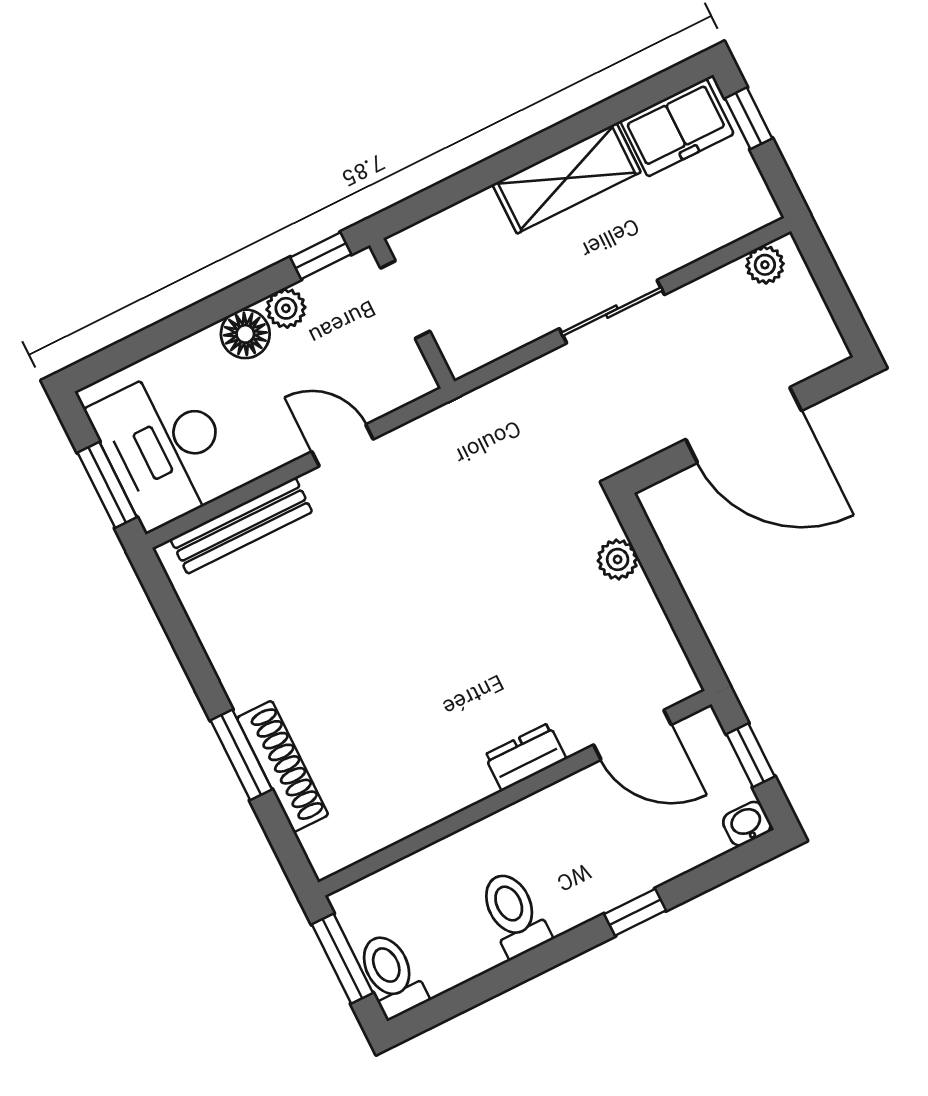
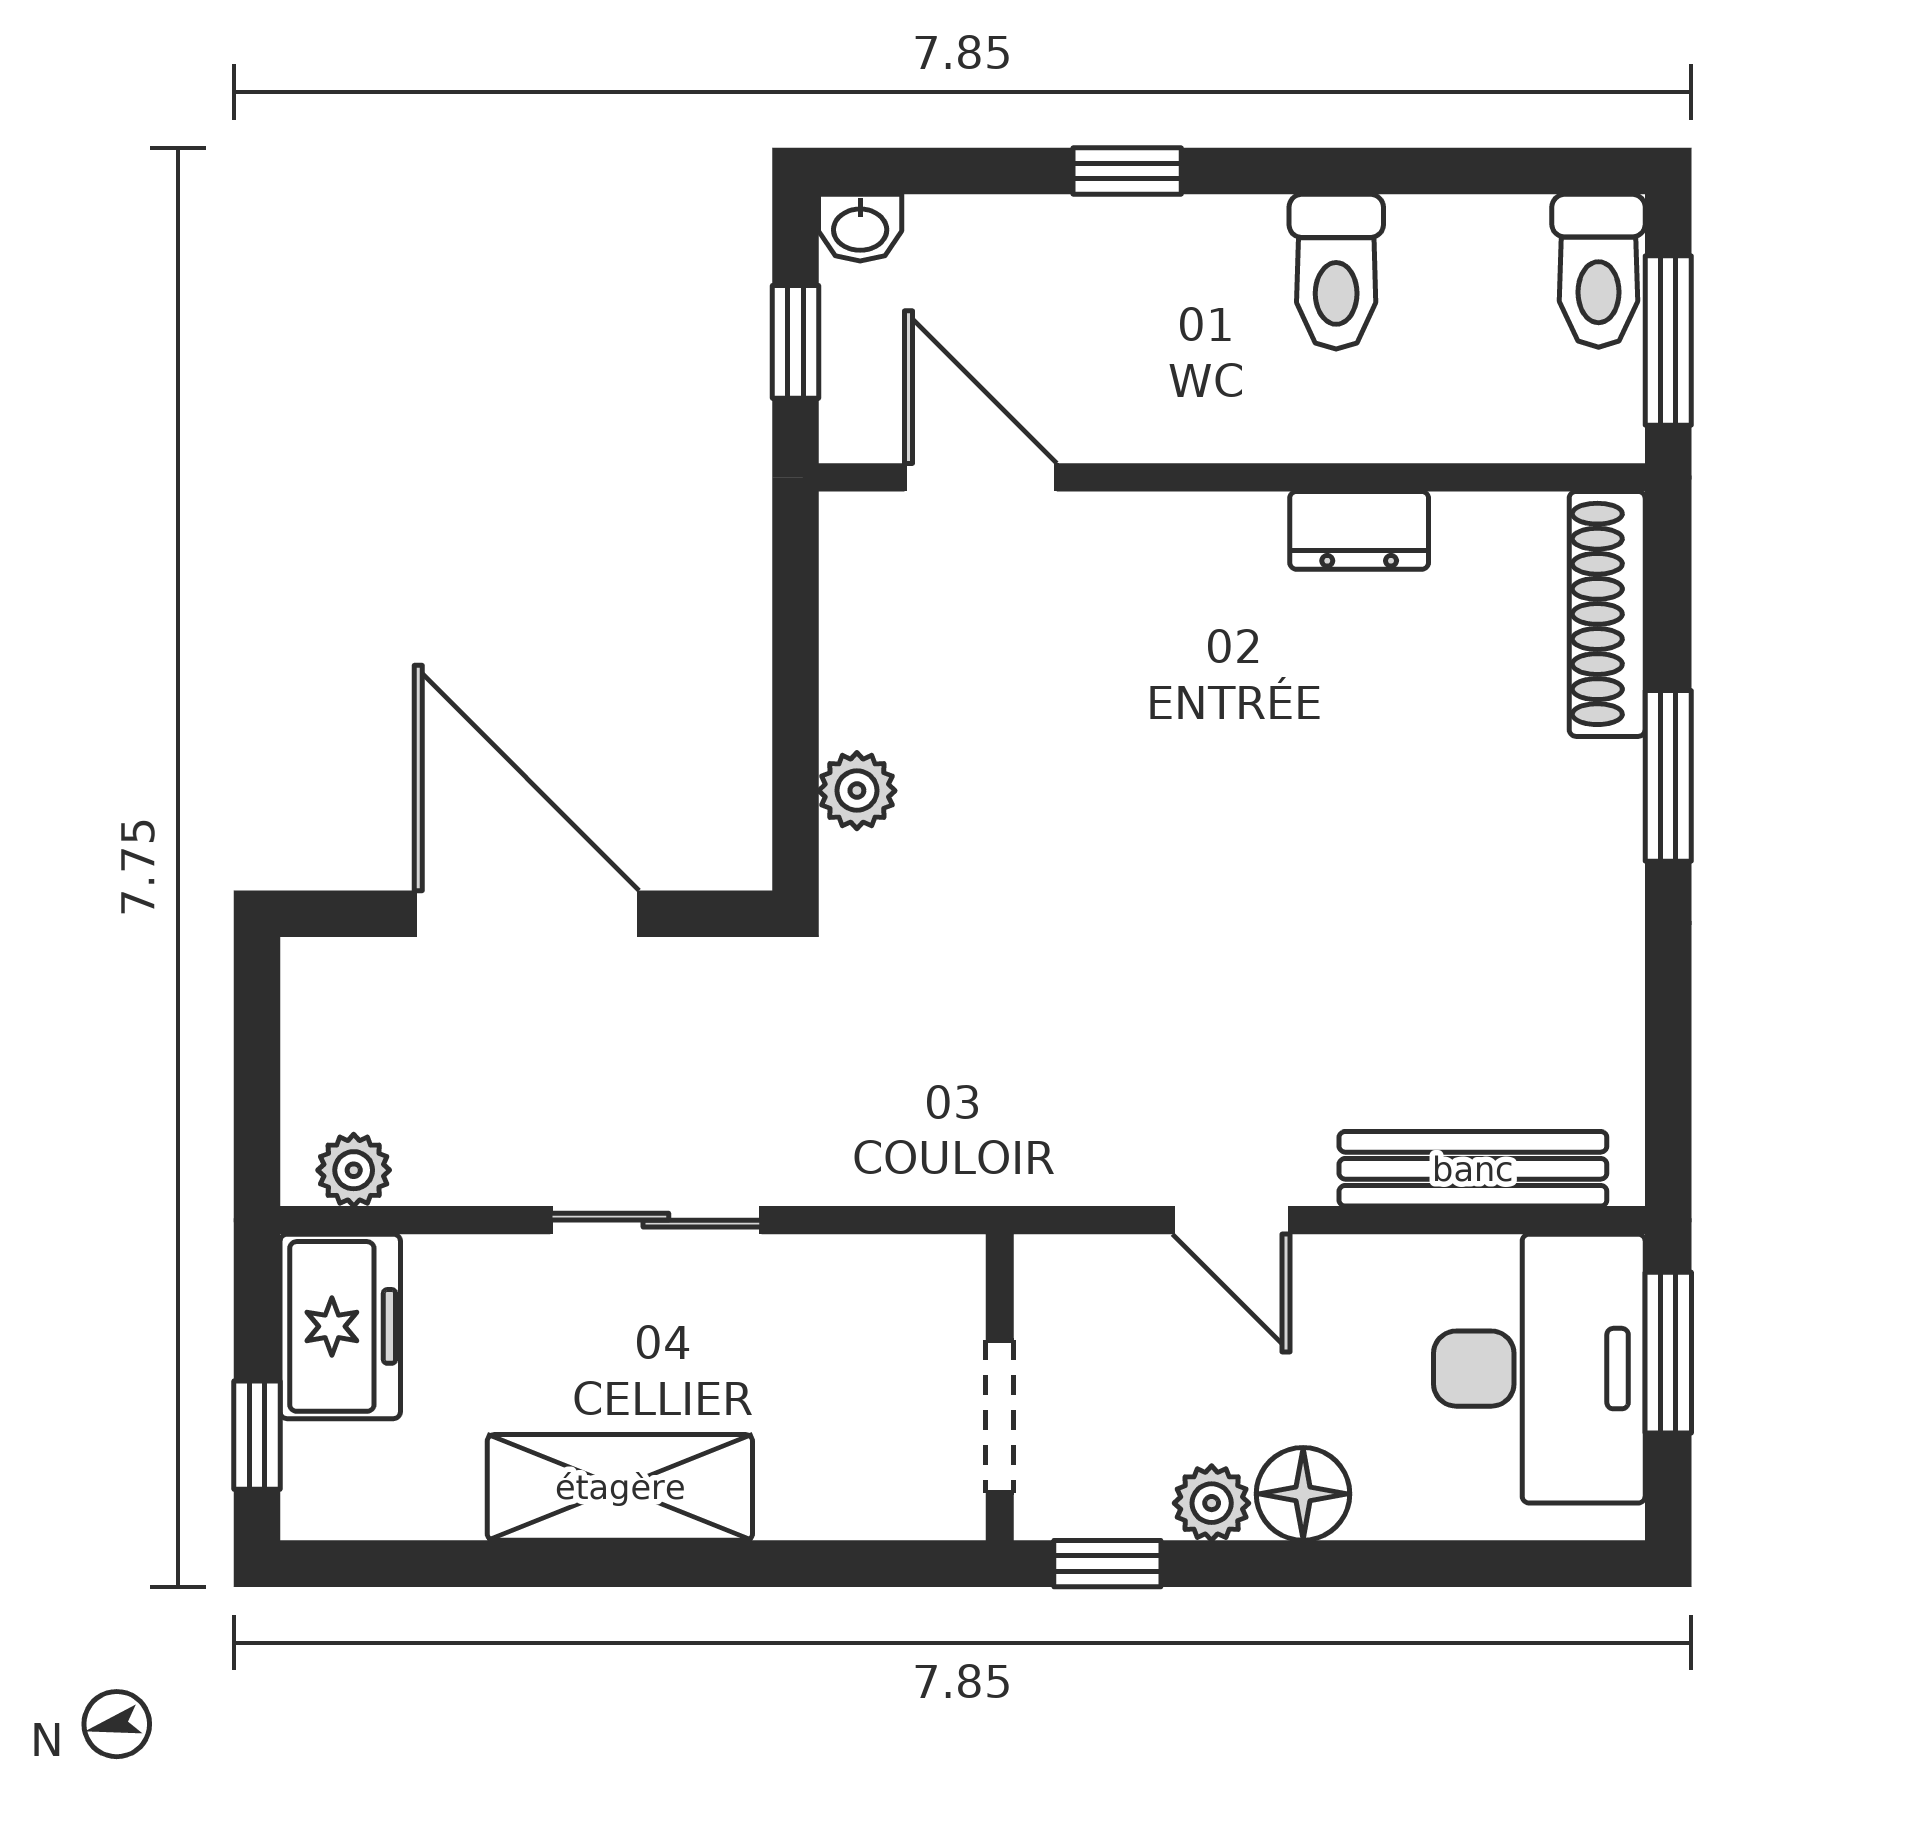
freezer: (677, 127) -> (340, 1326), moved, turned 90
dresser: (525, 757) -> (1359, 530), moved
shoe rack: (283, 766) -> (1607, 614), moved

